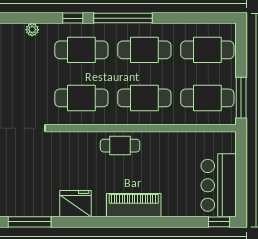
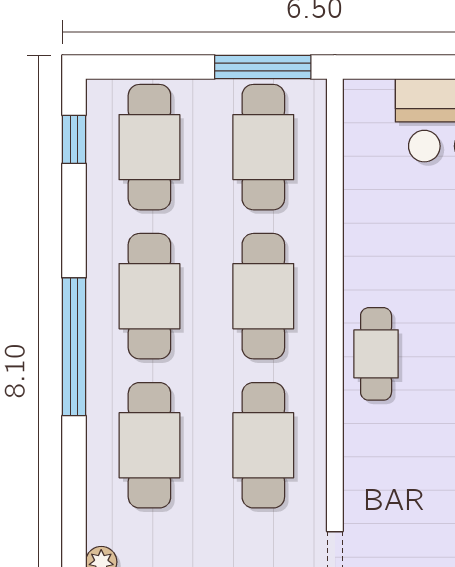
window: (73, 18) -> (74, 139), moved

